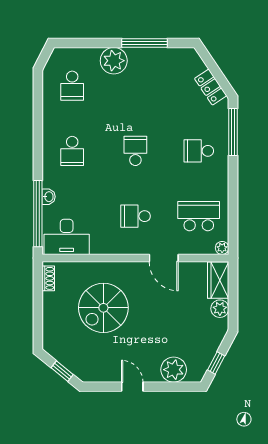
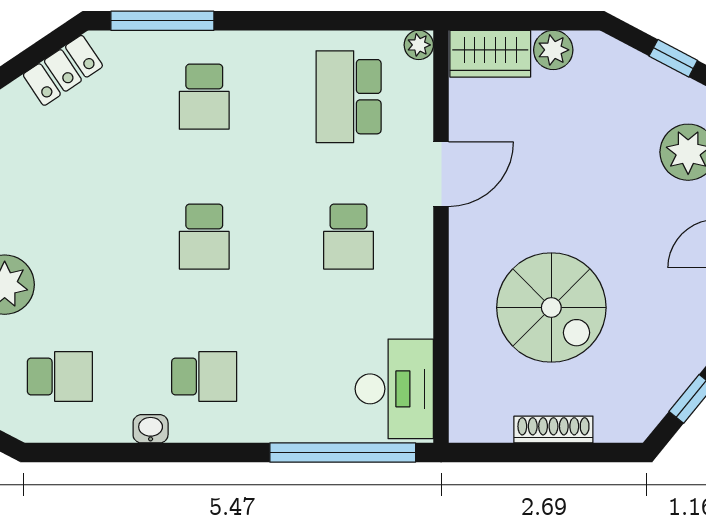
school desk: (135, 151) -> (204, 237), turned -90
washbasin: (49, 197) -> (151, 429), moved
shoe rack: (48, 278) -> (553, 429), moved, width x1.43

